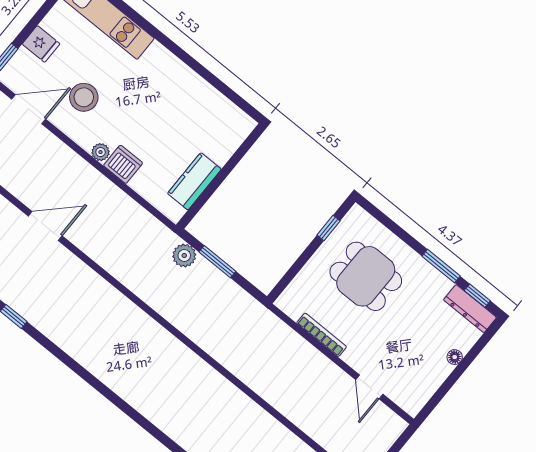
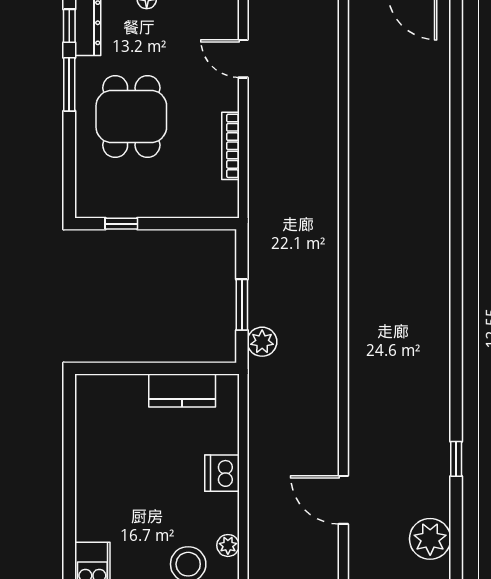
plant: (101, 152) -> (228, 545), moved
dining table: (366, 276) -> (131, 116), moved
door: (369, 387) -> (243, 59), swing flipped

